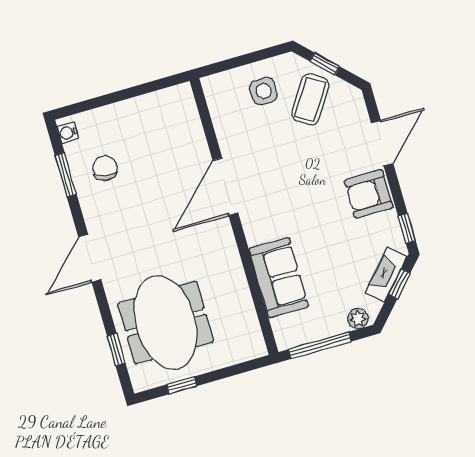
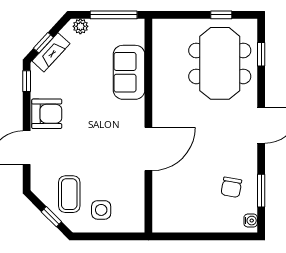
coffee table: (310, 99) -> (69, 194), turned -33

